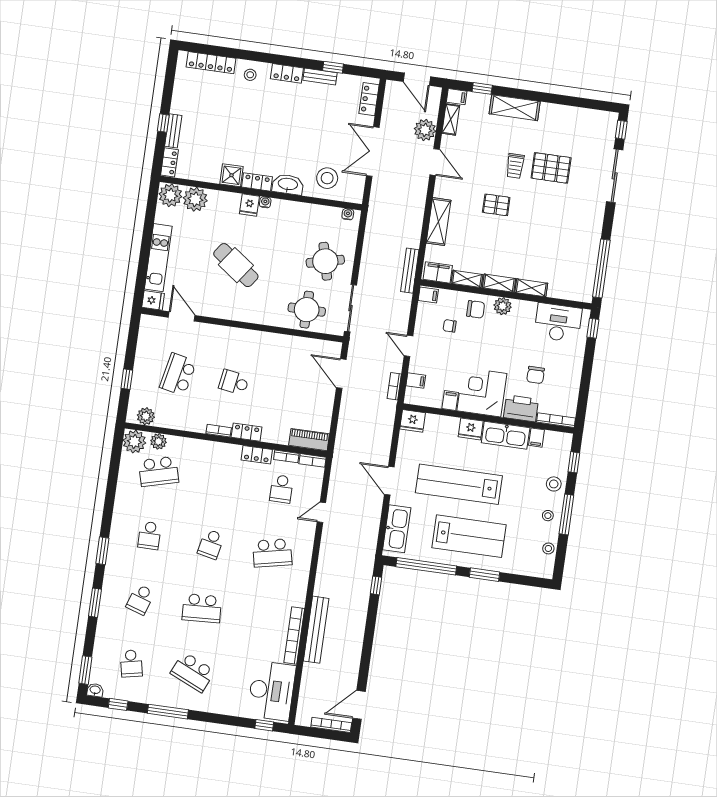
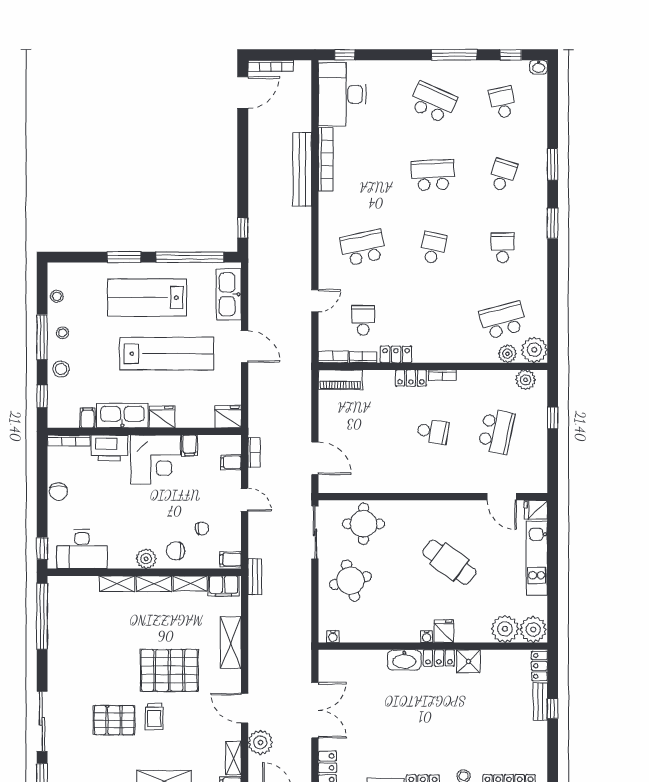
trolley: (515, 166) -> (154, 717), turned 180
stool: (327, 178) -> (362, 673), removed
pallet: (496, 205) -> (169, 670), width x2.05, depth x2.00
bench: (410, 271) -> (255, 577), width x0.73
chair: (536, 375) -> (58, 492), moved, turned 180
window: (85, 670) -> (553, 88), removed

